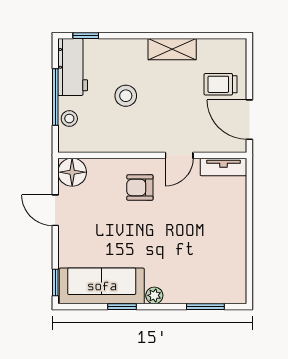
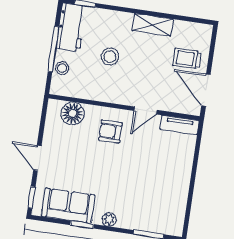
floor lamp: (72, 172) -> (73, 113), moved
door: (55, 210) -> (37, 158), moved
sofa: (102, 286) -> (68, 206), width x0.73

